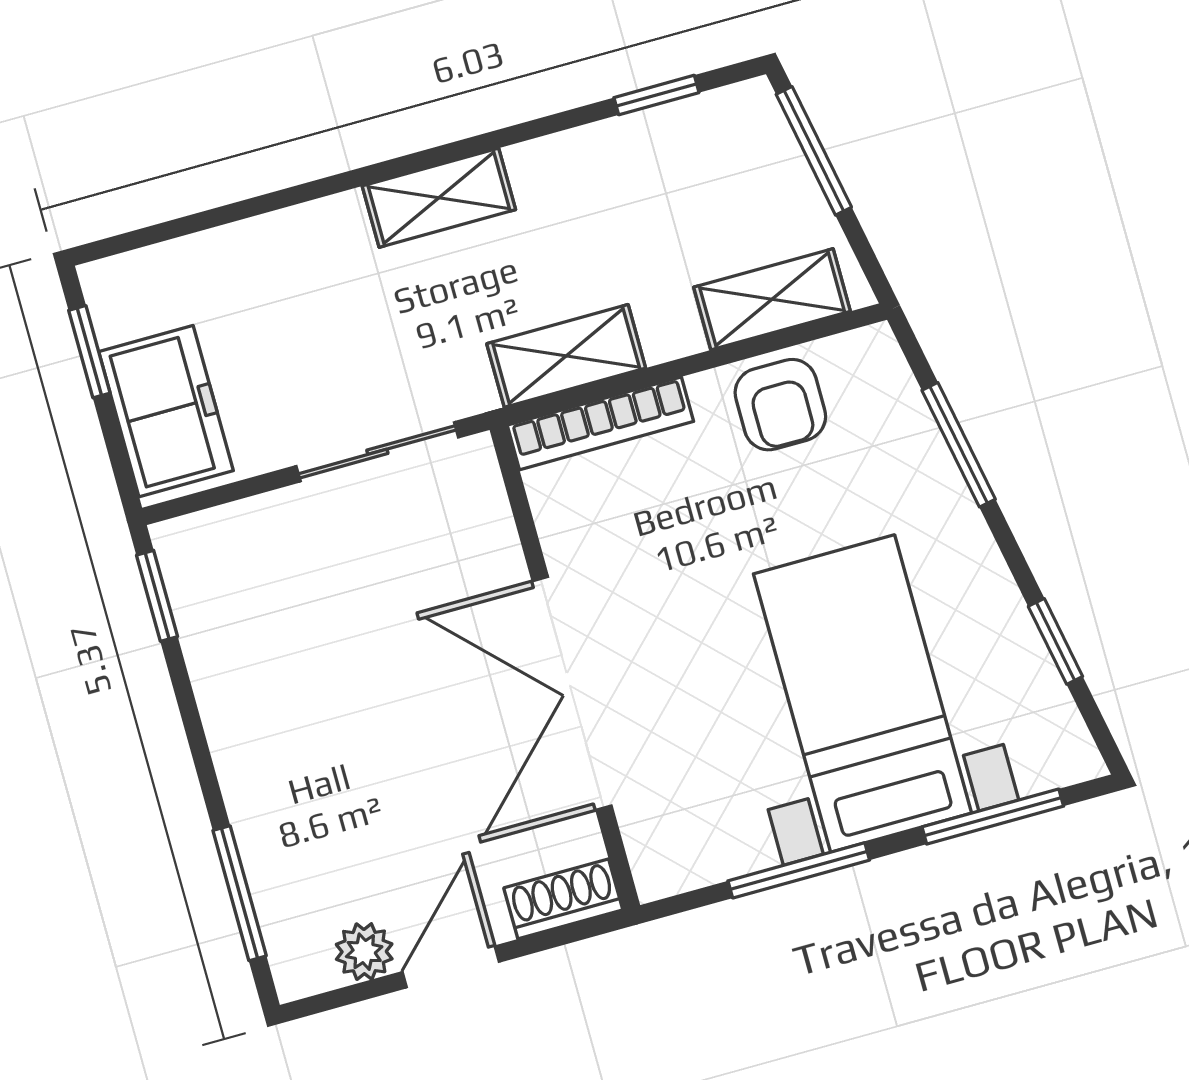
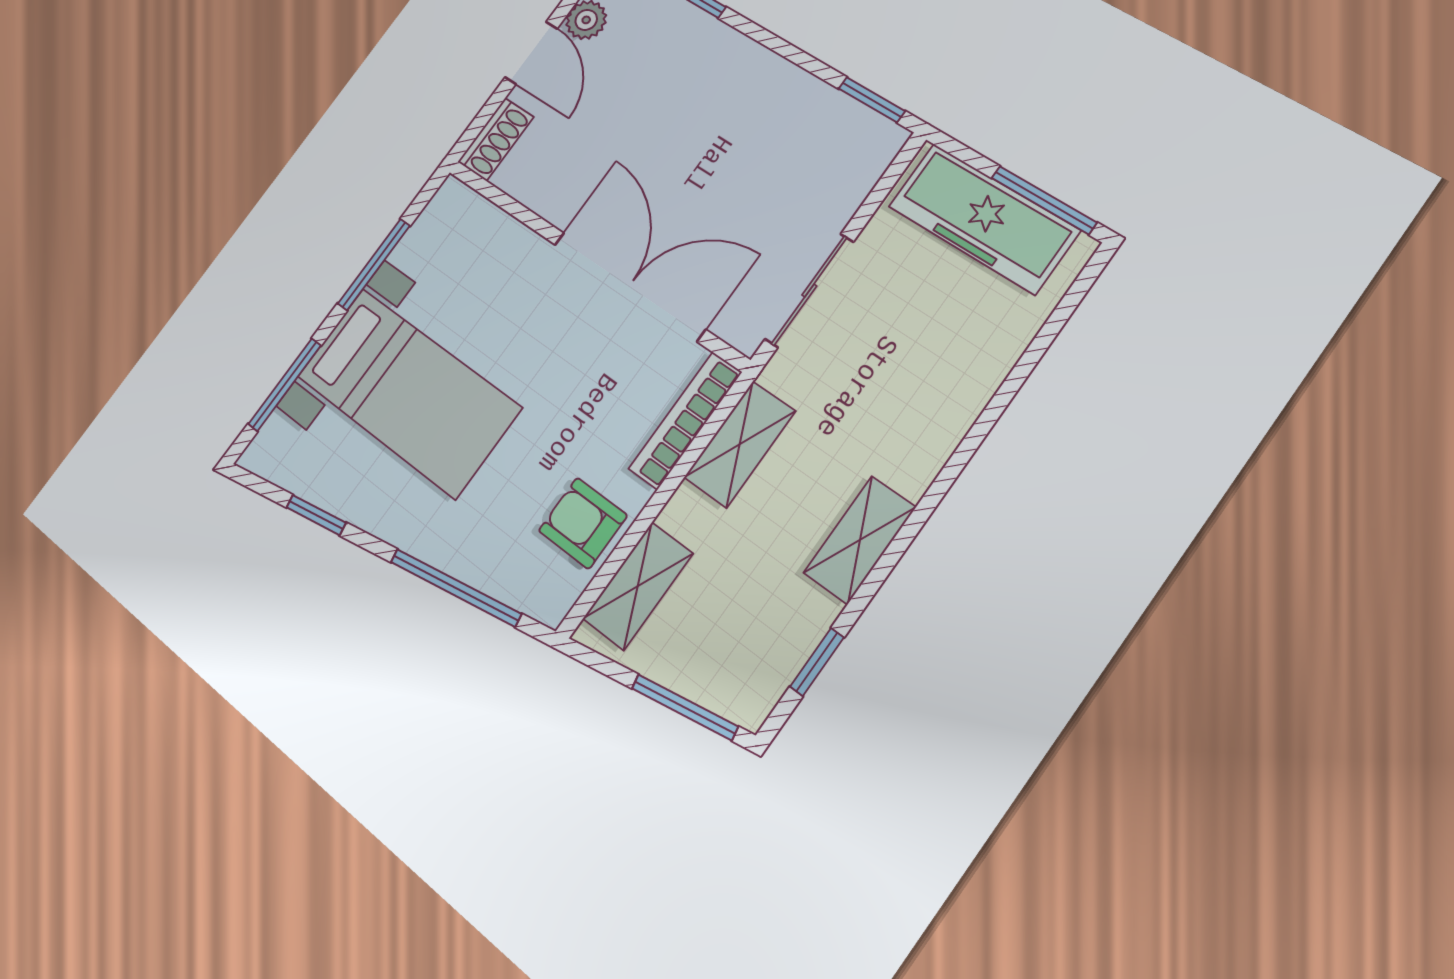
shelving: (439, 198) -> (860, 540), moved
window: (89, 352) -> (1044, 200), width x1.50
freezer: (166, 411) -> (983, 218), width x1.40
window: (959, 445) -> (455, 588), width x1.44
double door: (572, 693) -> (629, 286), moved

